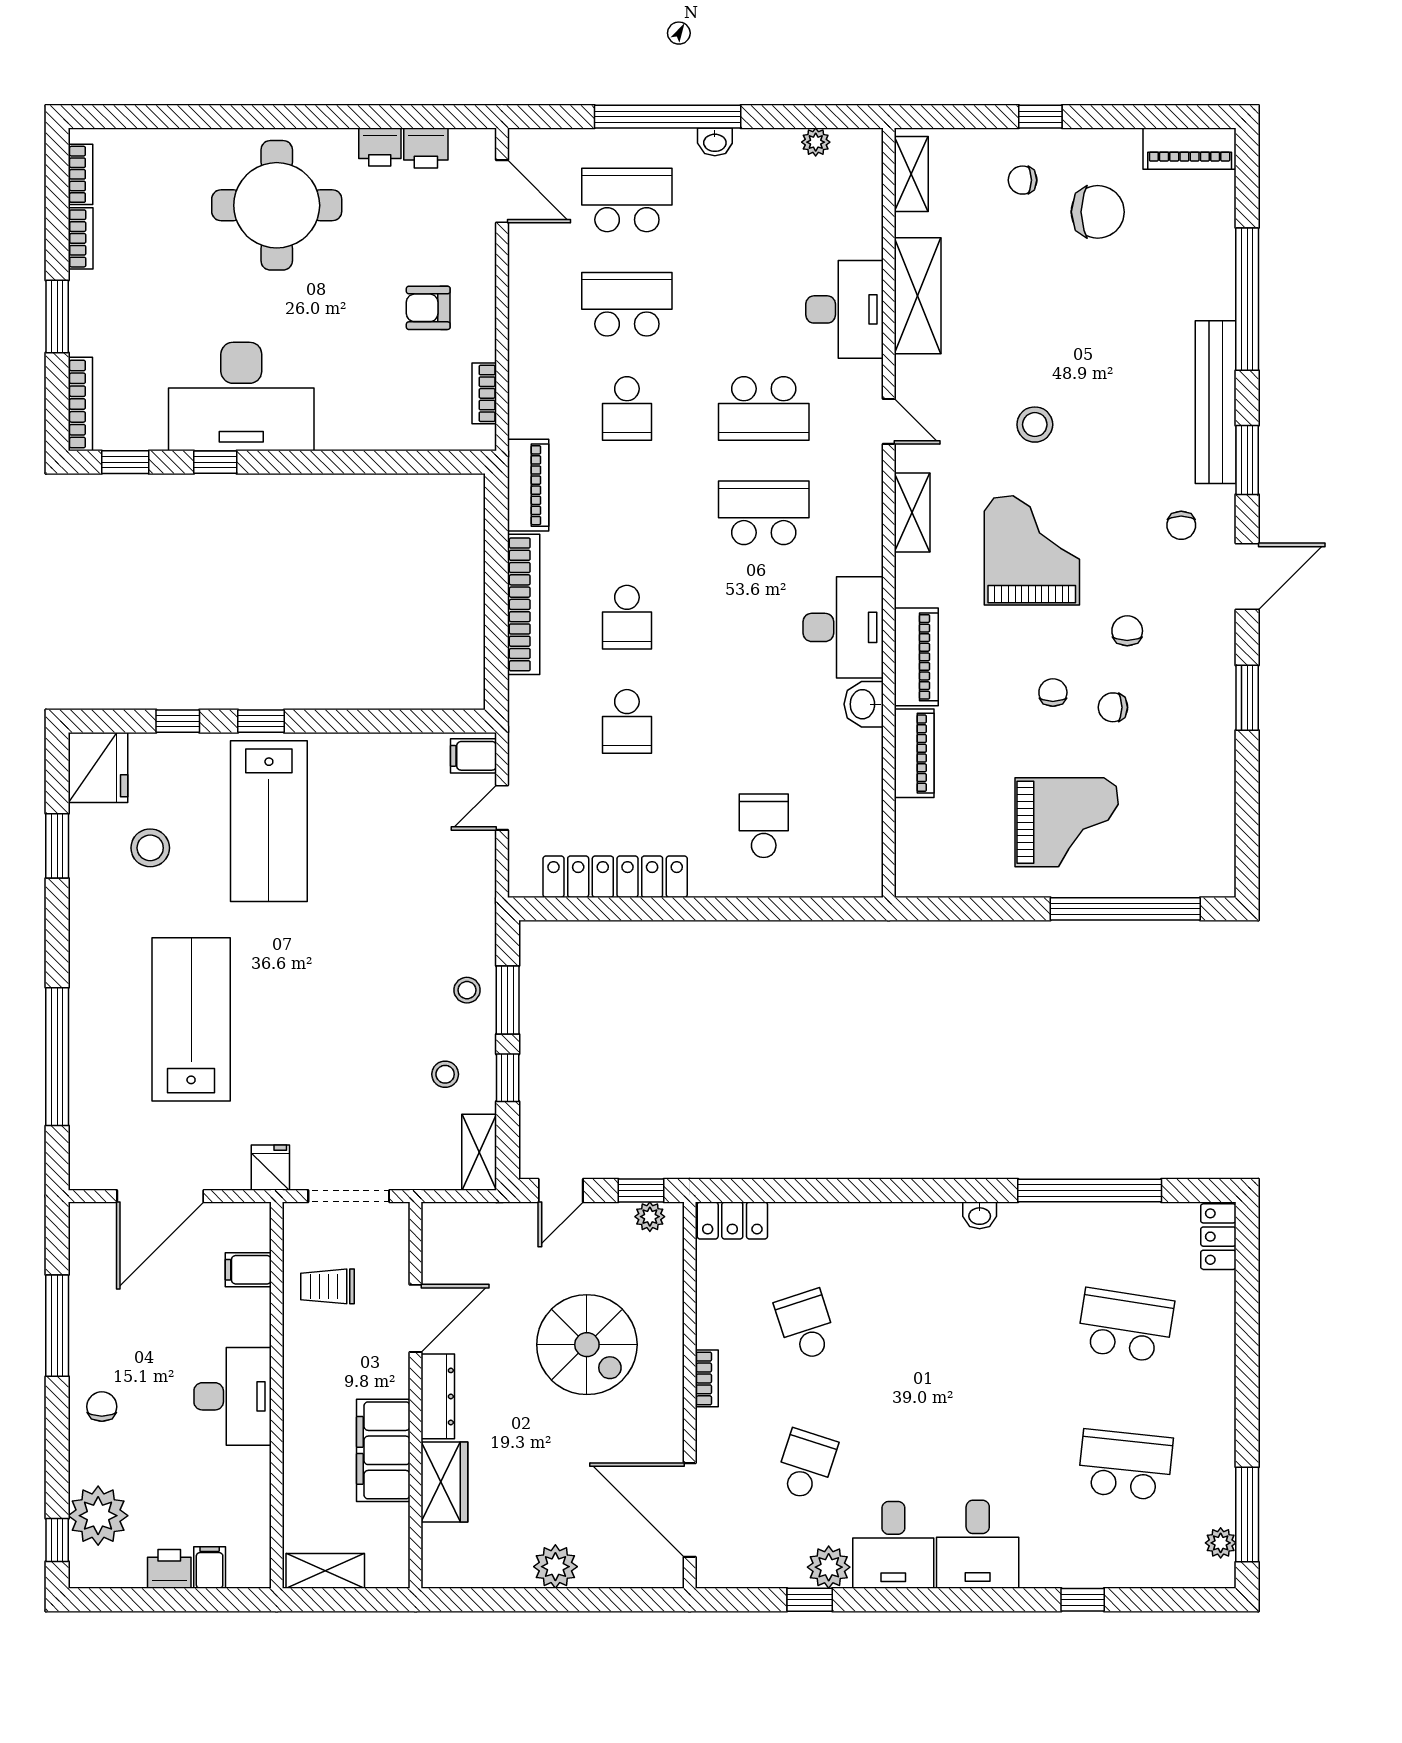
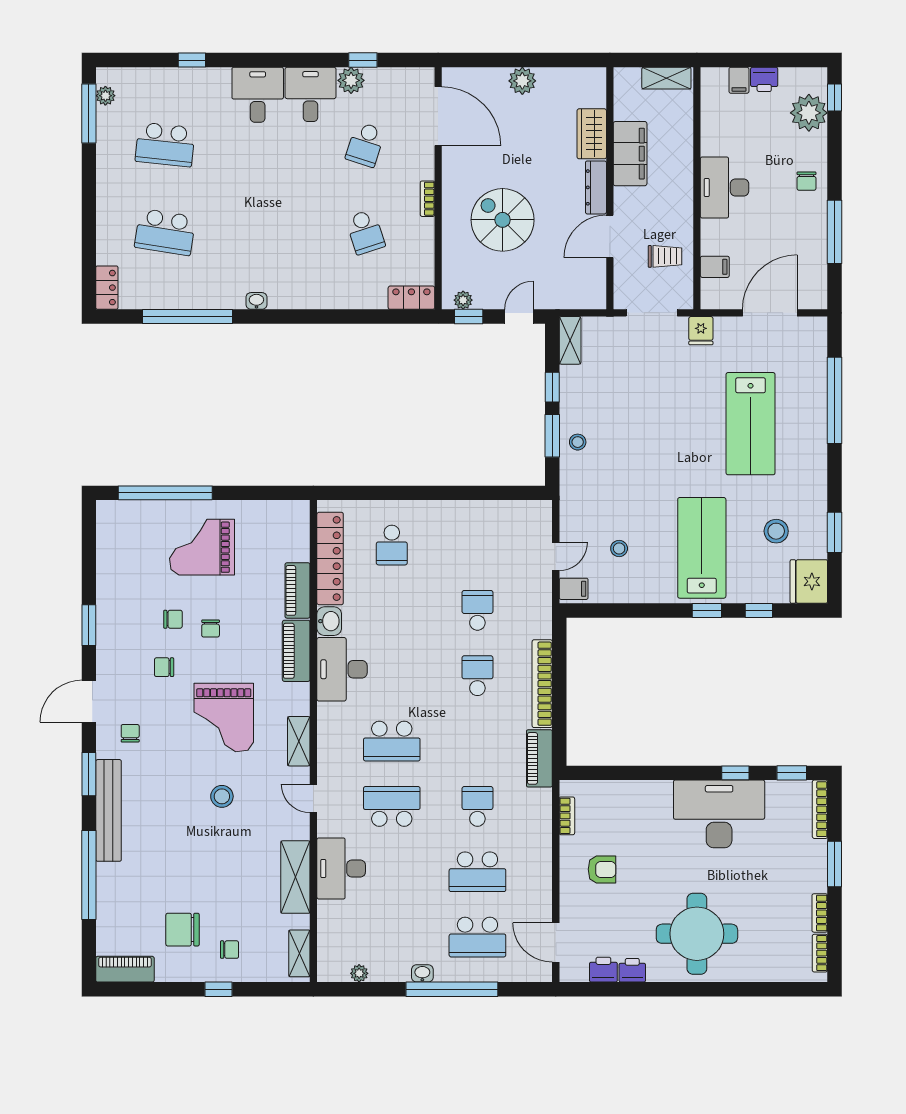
chair: (1127, 631) -> (164, 667), turned 90
locker: (615, 877) -> (330, 559), moved, turned -90
stool: (445, 1074) -> (619, 548), moved

